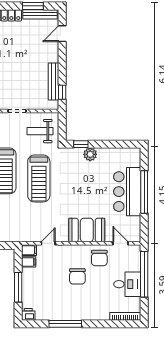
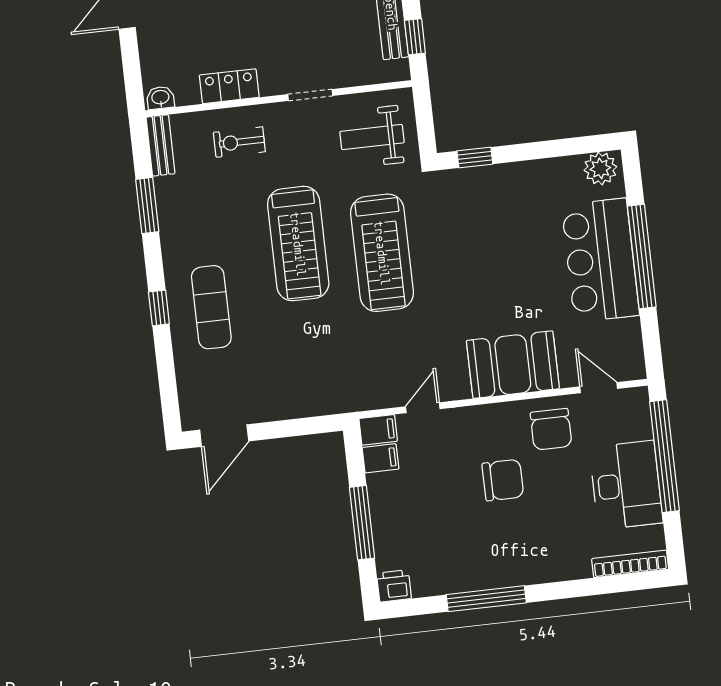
plant: (90, 154) -> (600, 168), moved
chair: (77, 276) -> (503, 480), turned -90
desk: (127, 284) -> (626, 485), width x1.37

